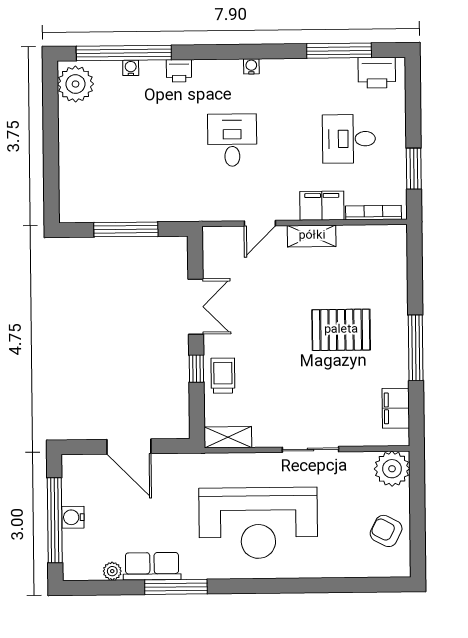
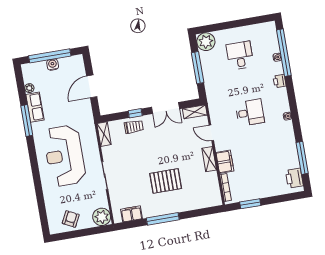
plant: (75, 84) -> (206, 42), moved
desk: (349, 139) -> (240, 56), moved
shelving: (213, 250) -> (195, 112), added
pallet: (341, 330) -> (166, 181), turned 90

